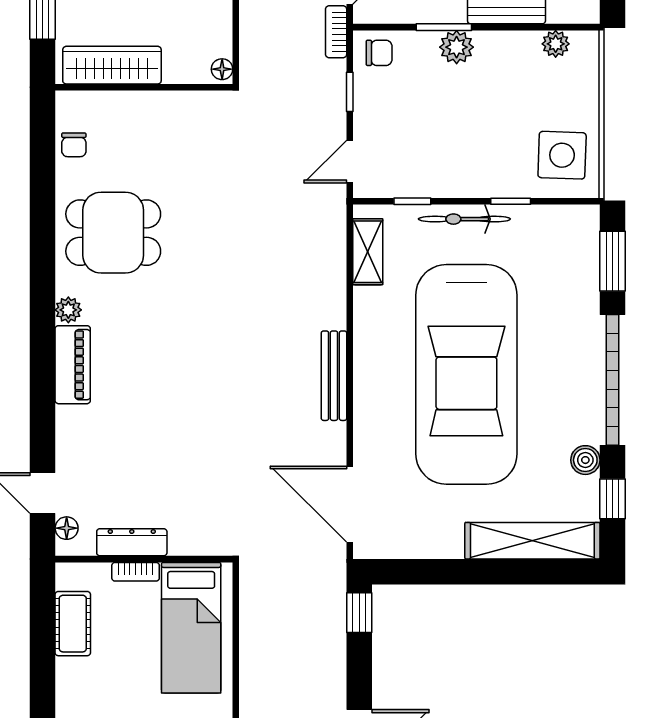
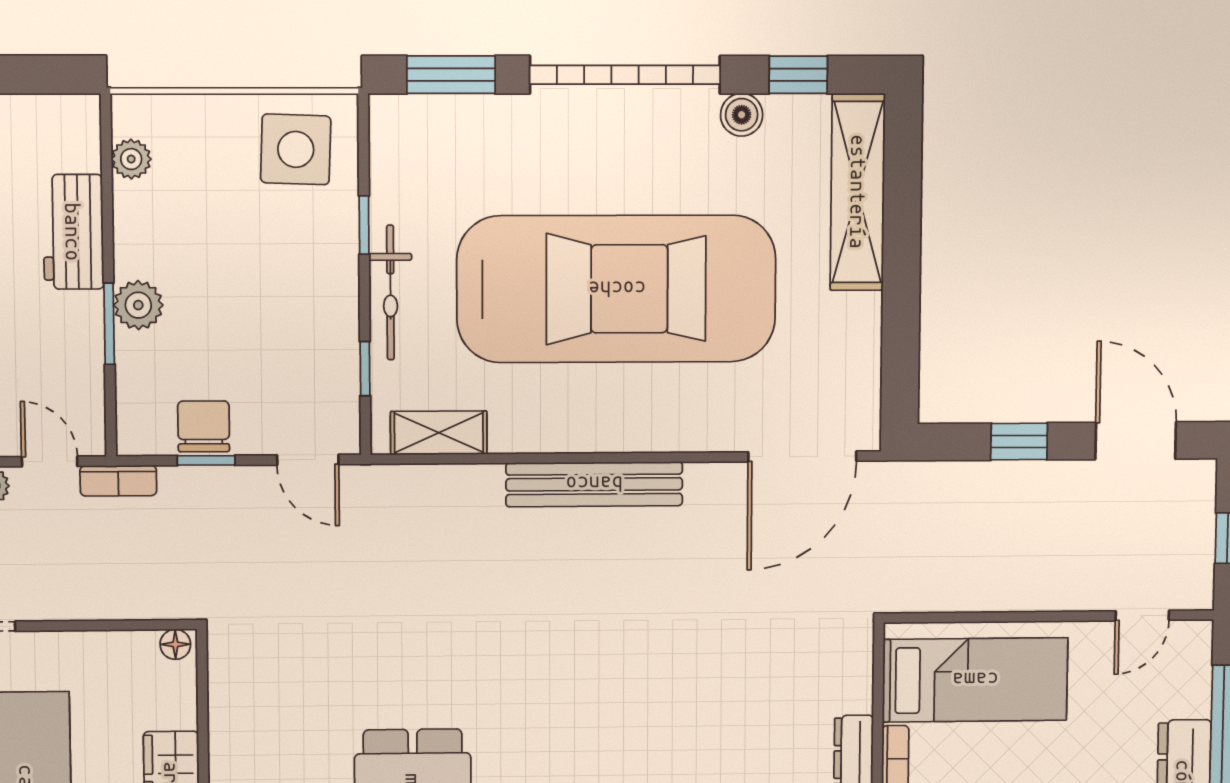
chair: (379, 53) -> (204, 426), moved, width x1.37, depth x1.37
bench: (334, 376) -> (594, 484), width x1.37, depth x1.21
window: (359, 613) -> (1019, 441), moved

